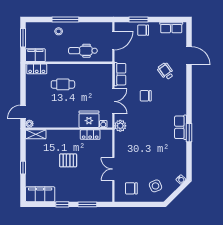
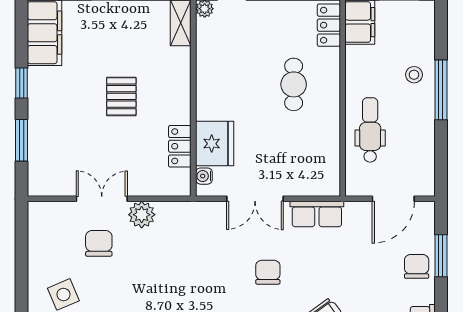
door: (113, 40) -> (393, 199), hinge flipped
plant: (120, 126) -> (142, 215), moved
chair: (131, 188) -> (99, 243), moved

